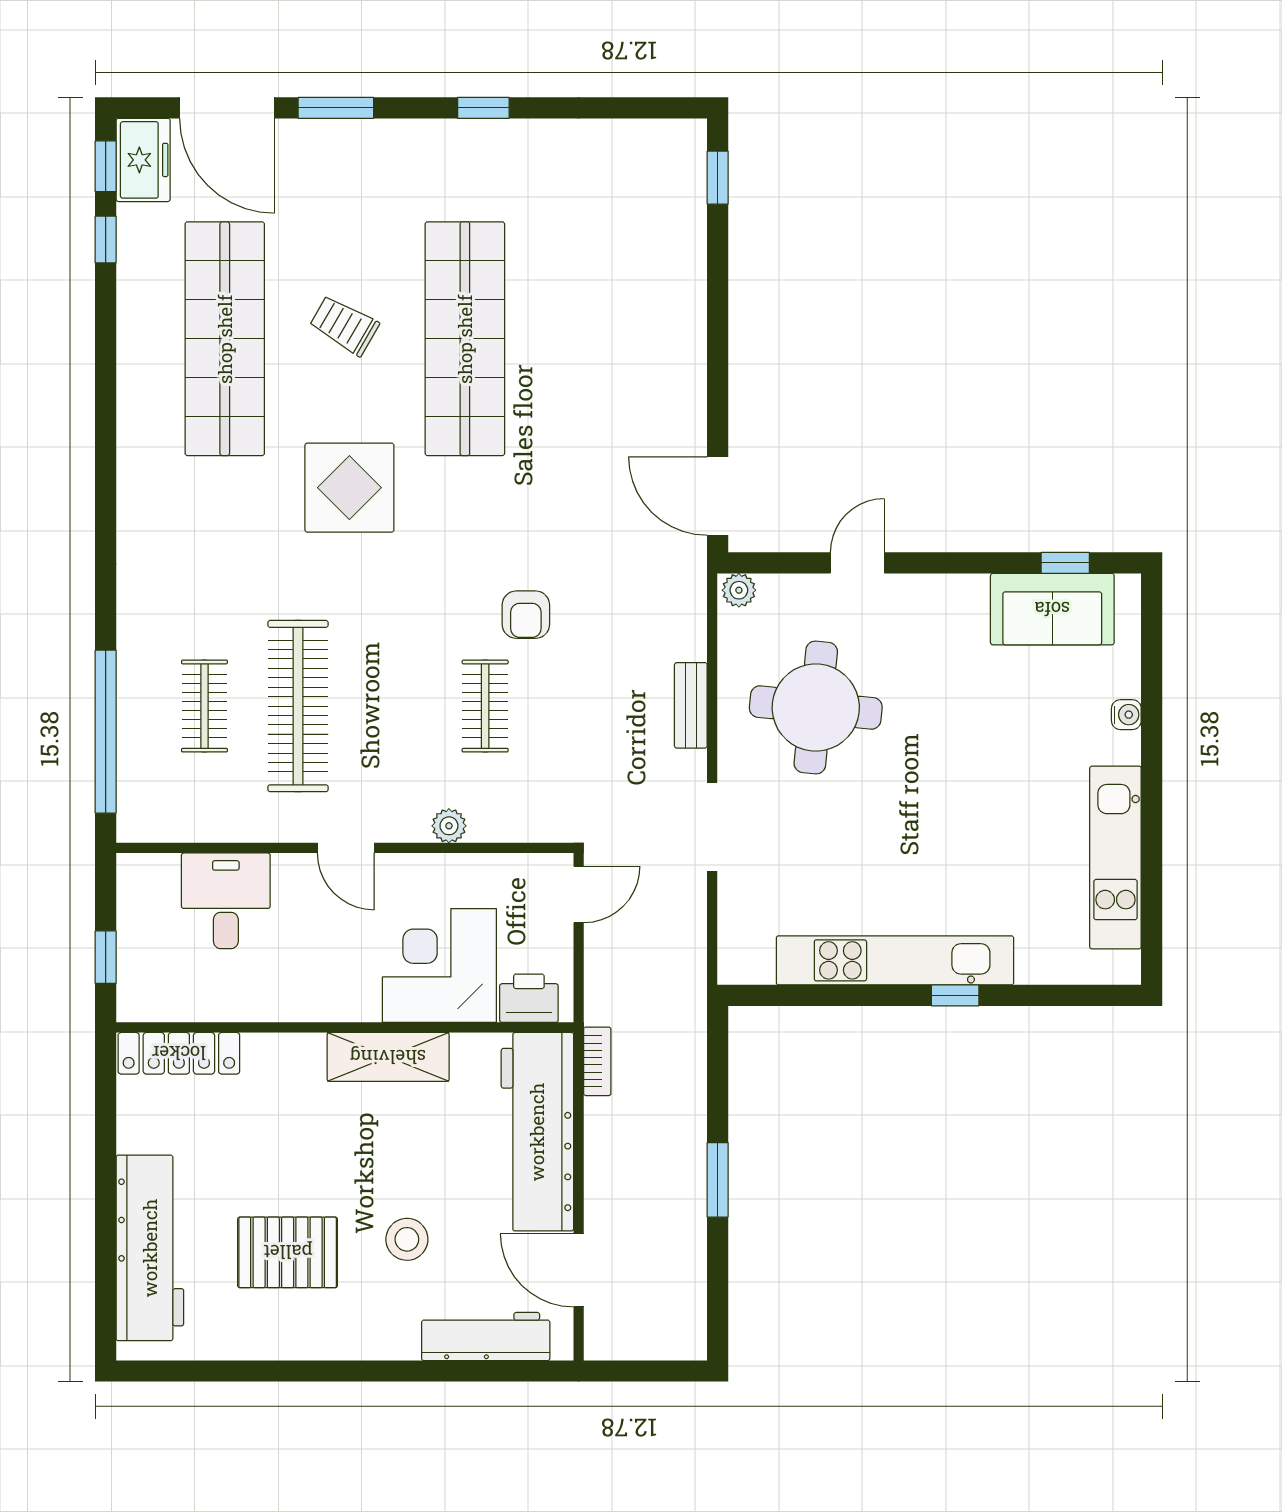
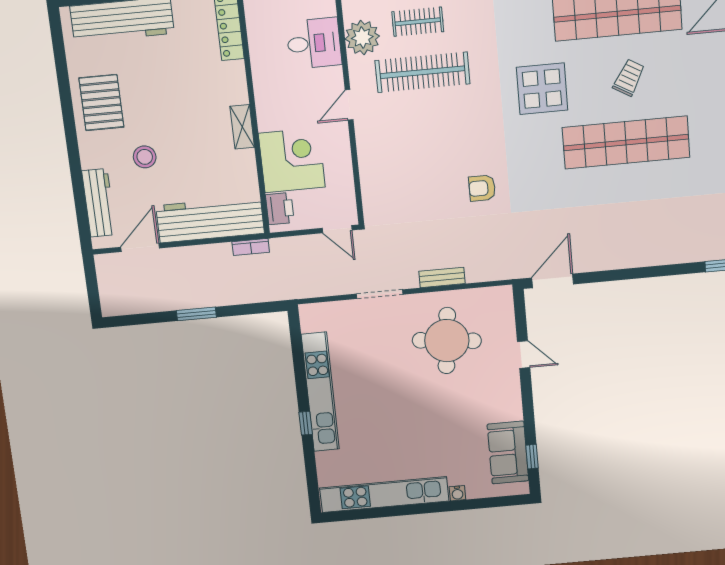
plant: (739, 590) -> (504, 296), removed
clothes rail: (485, 706) -> (432, 171), removed
plant: (449, 826) -> (362, 38), moved, width x1.87, depth x1.87
kitchen unit: (1115, 858) -> (384, 495), width x1.36
shelving: (388, 1057) -> (242, 127), width x0.67, depth x0.75
pallet: (288, 1252) -> (101, 103), moved

